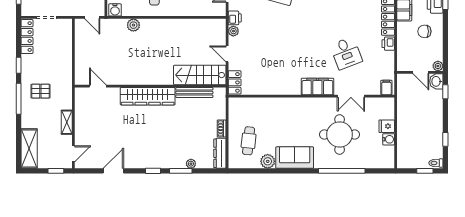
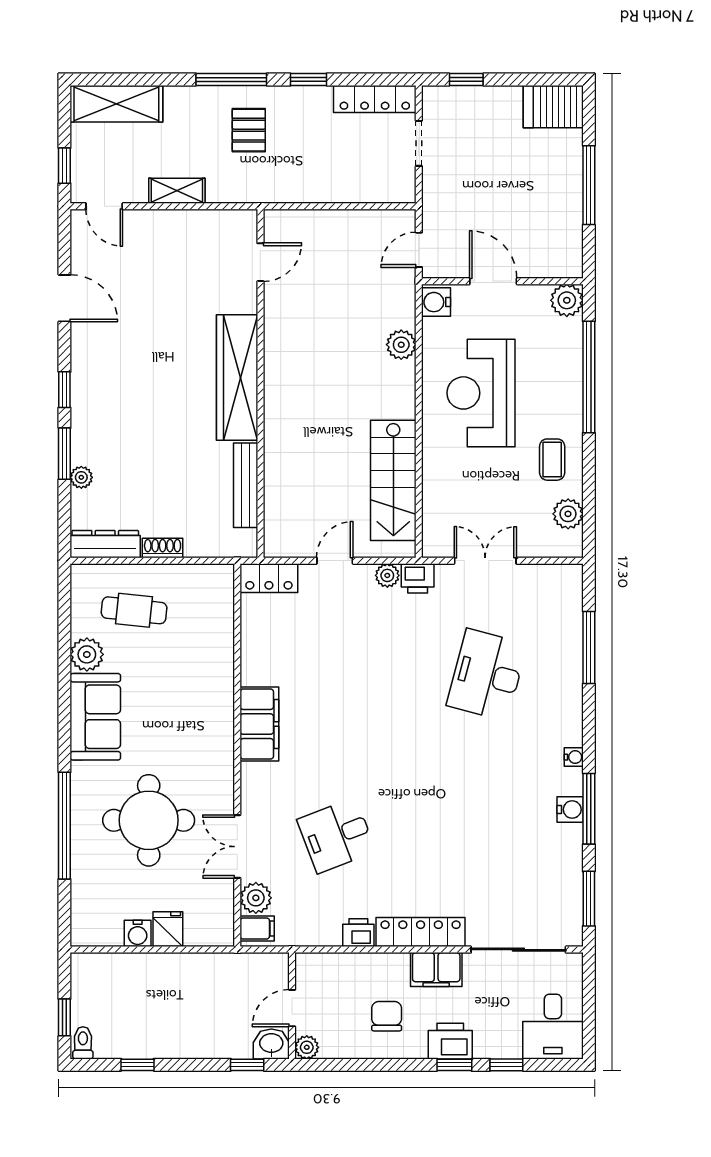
stairs: (200, 75) -> (393, 480), moved, turned 180
filing cabinet: (317, 86) -> (259, 724), moved
plant: (373, 88) -> (256, 898), added

